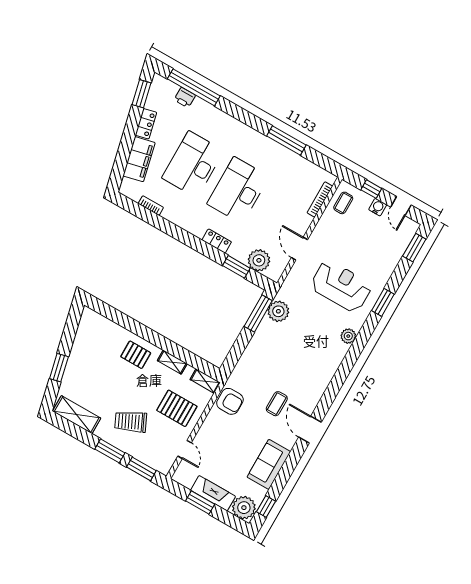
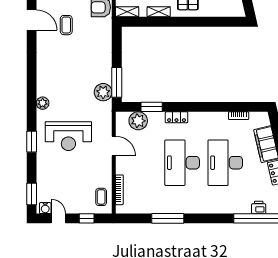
desk: (193, 164) -> (225, 163), turned 180
desk: (238, 190) -> (182, 163), turned 180
water cooler: (378, 207) -> (45, 208), moved

